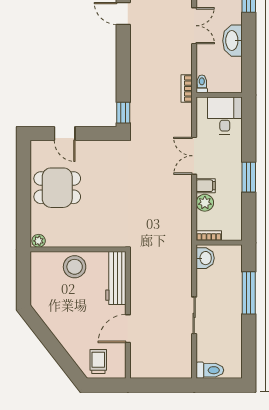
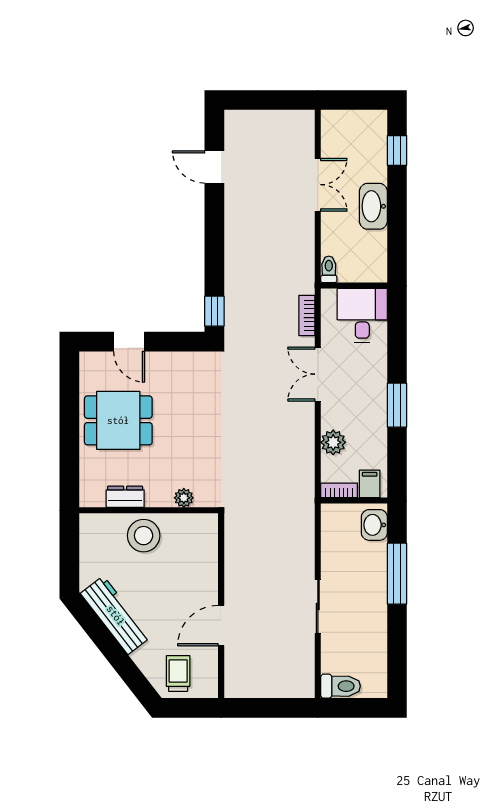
bookcase: (187, 89) -> (307, 315), moved
filing cabinet: (206, 186) -> (370, 484), moved, turned -90
dresser: (62, 240) -> (125, 497), added
plant: (39, 241) -> (184, 498), moved
washbasin: (205, 258) -> (374, 525), moved, turned 180
workbench: (116, 278) -> (116, 615), moved, turned 142

